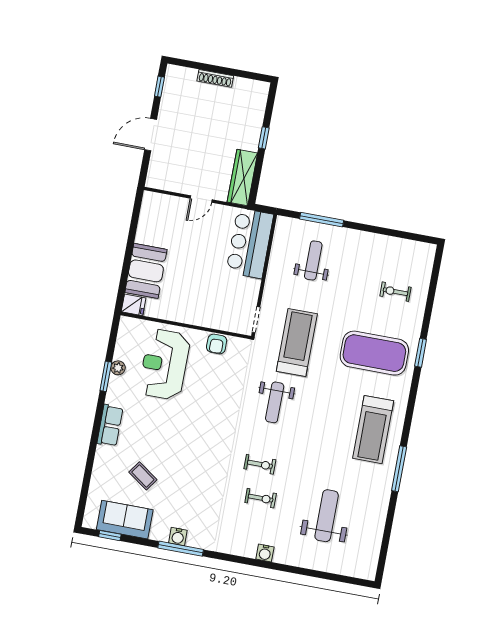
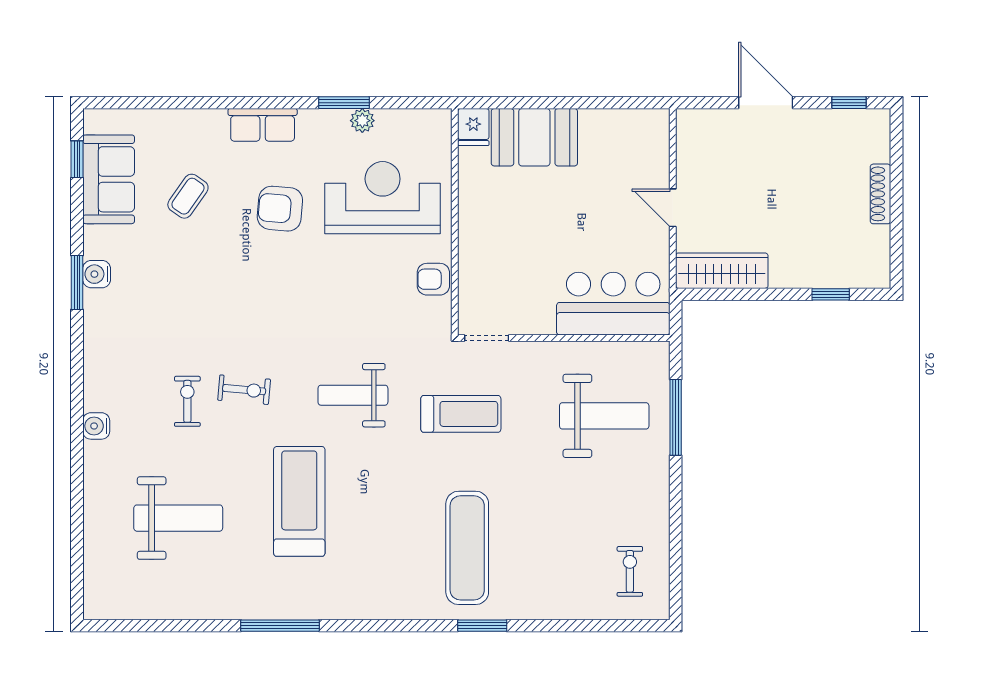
window: (264, 138) -> (831, 294), moved
weight bench: (313, 260) -> (604, 416), width x1.36, depth x1.33
exercise bike: (395, 292) -> (630, 571), moved
treadmill: (297, 342) -> (461, 414), width x0.73, depth x0.73
exercise mat: (374, 353) -> (467, 548), width x0.68
armchair: (160, 424) -> (280, 209), added
treadmill: (373, 430) -> (299, 501), moved, turned 90
exercise bike: (260, 464) -> (244, 390), turned -85
exercise bike: (261, 498) -> (187, 401), turned 180
window: (181, 549) -> (77, 282), width x0.69

